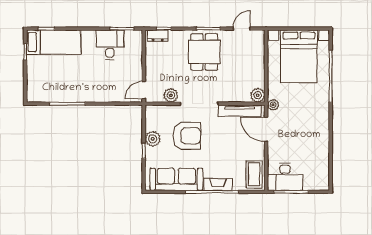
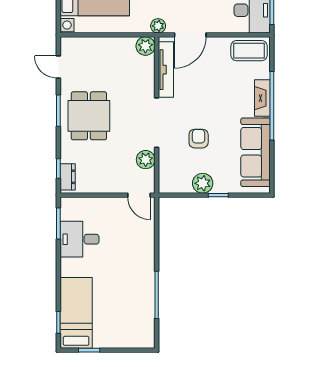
dining table: (204, 52) -> (89, 116), turned 90
armchair: (187, 136) -> (199, 139), width x0.53, depth x0.53

